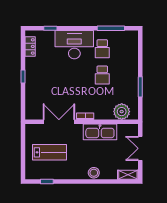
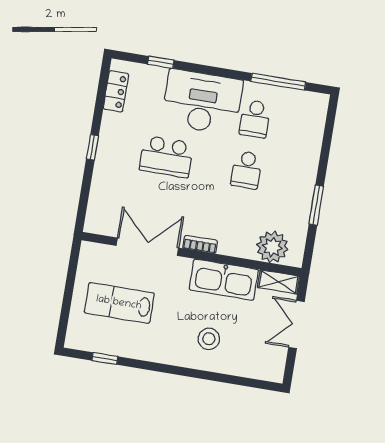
school desk: (61, 75) -> (166, 157), added
lab bench: (49, 152) -> (119, 303), turned 180
stool: (94, 173) -> (209, 339), moved
shelving: (128, 175) -> (278, 282), moved

